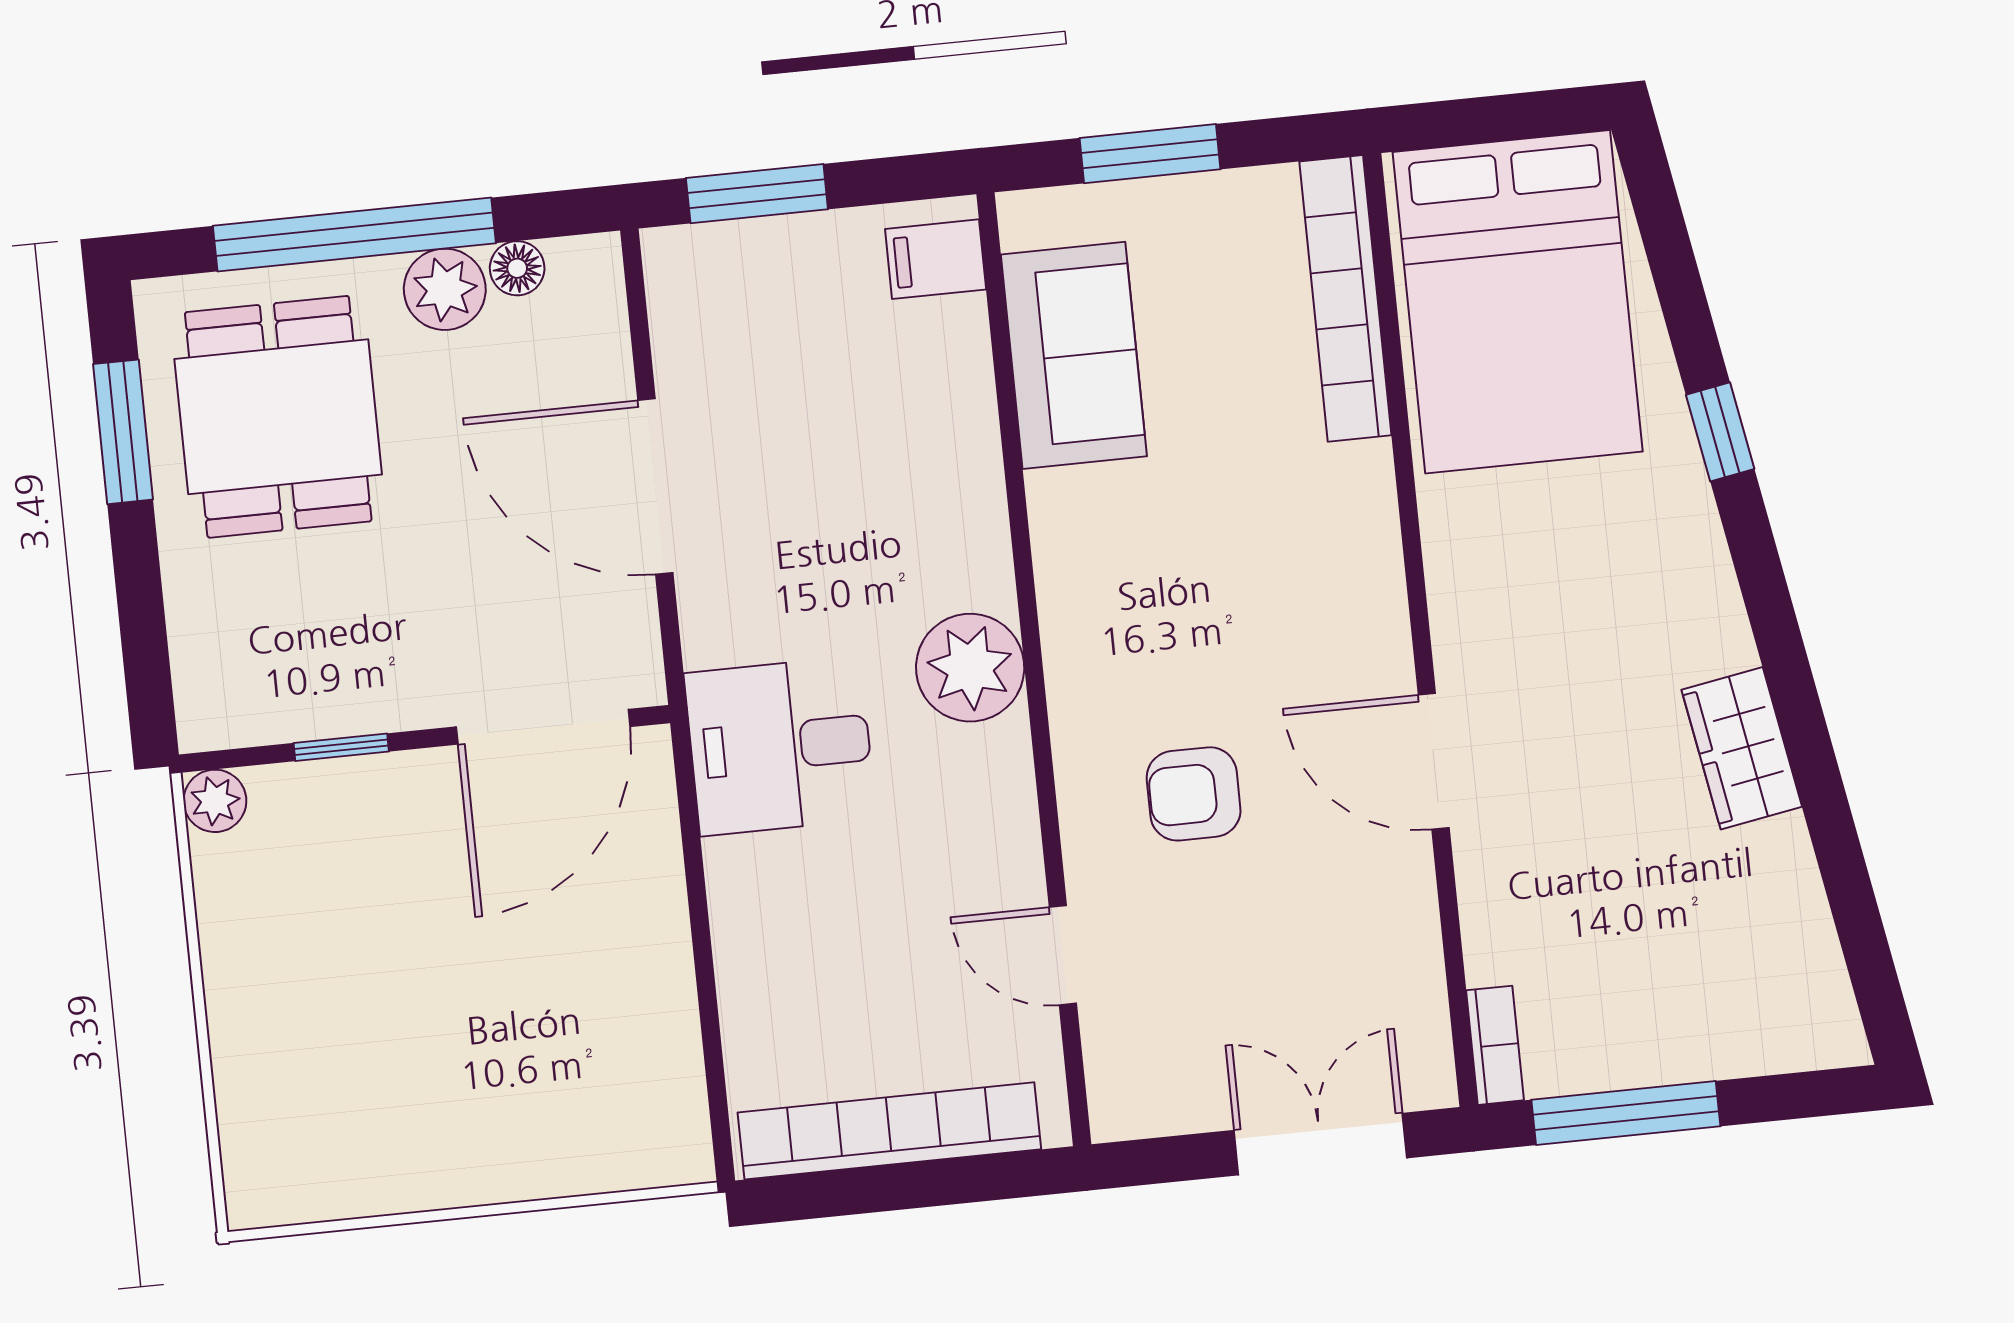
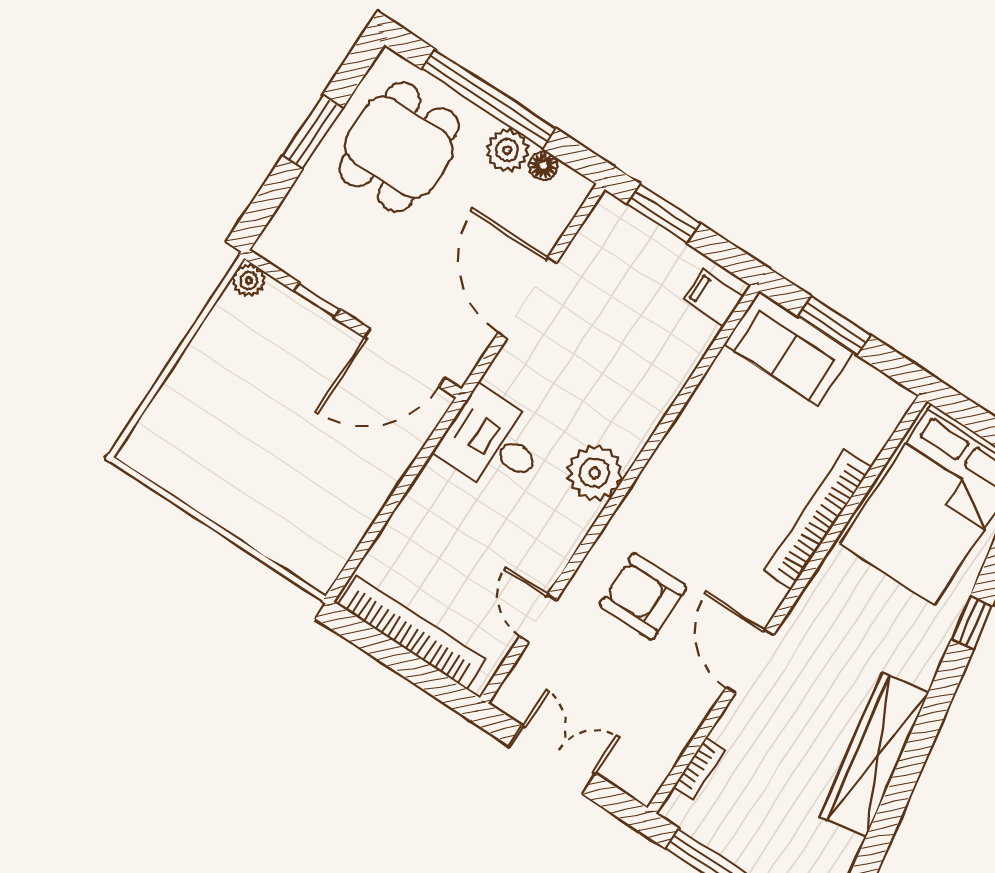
bookcase: (1345, 298) -> (818, 519), moved
sofa: (1074, 355) -> (789, 348), moved, turned 90
window: (123, 432) -> (313, 132), moved
wardrobe: (1742, 748) -> (874, 755), width x2.10, depth x1.17
armchair: (1194, 794) -> (643, 596), width x1.38, depth x1.38
bookcase: (1495, 1045) -> (700, 768), moved
double door: (1320, 1144) -> (552, 760), moved

